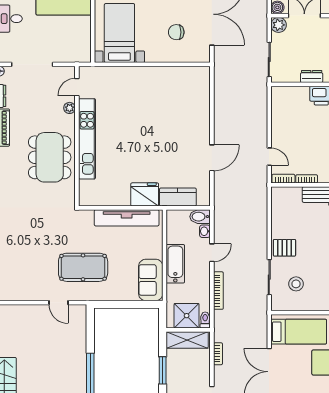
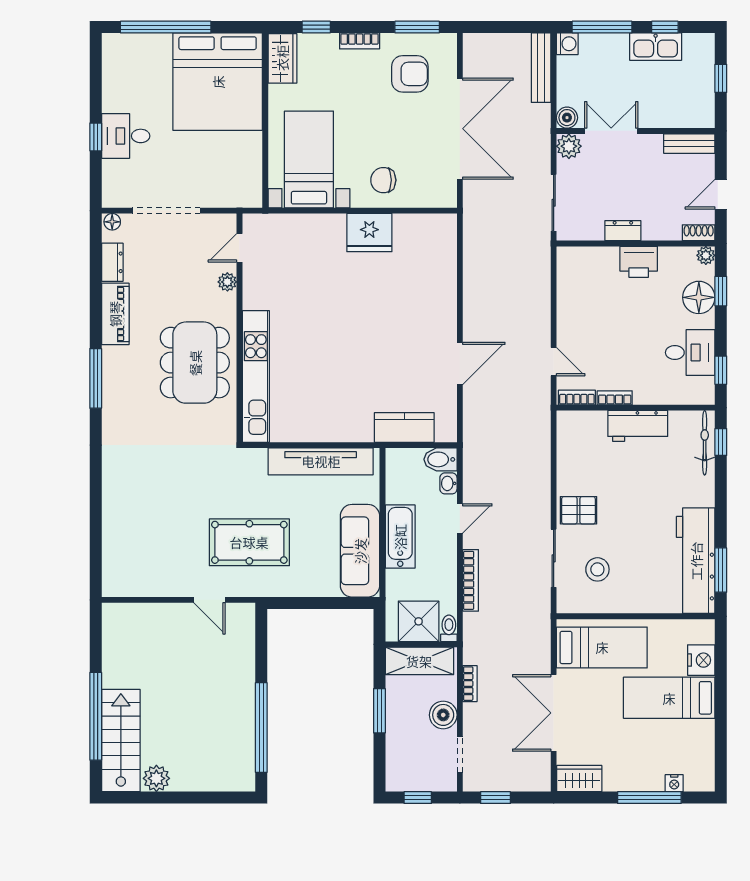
chair: (176, 32) -> (383, 180), moved
kitchen unit: (87, 139) -> (256, 376), moved
fridge: (145, 194) -> (369, 233), moved, turned 180
sofa: (151, 280) -> (360, 551), width x1.36
boiler: (202, 373) -> (443, 715), added

